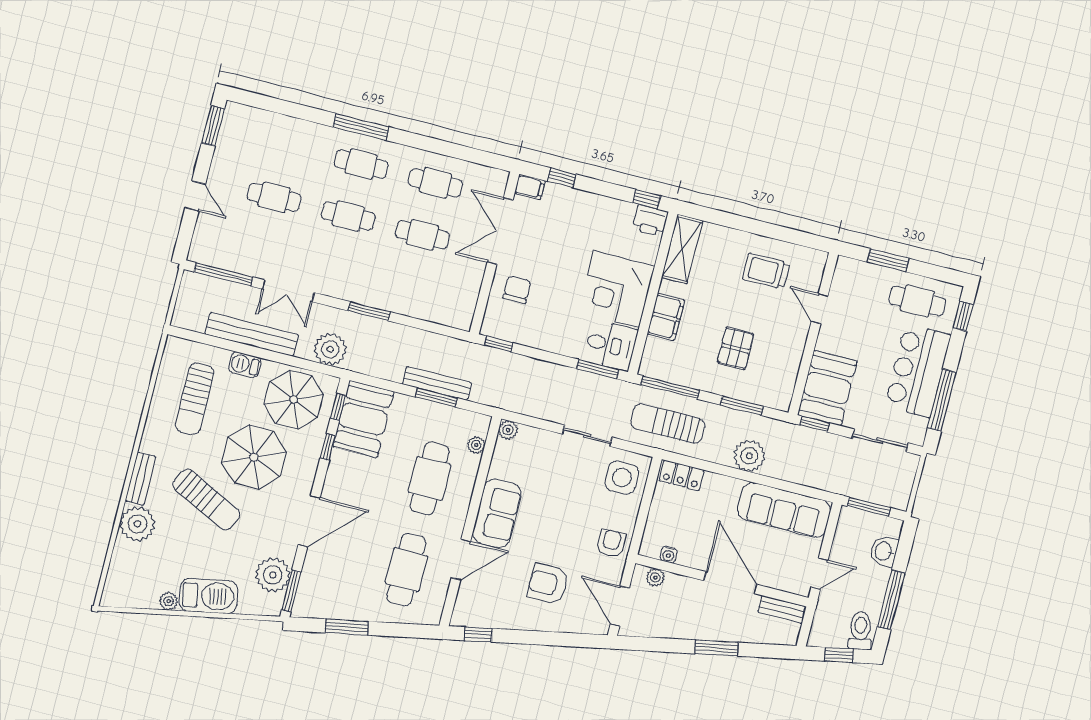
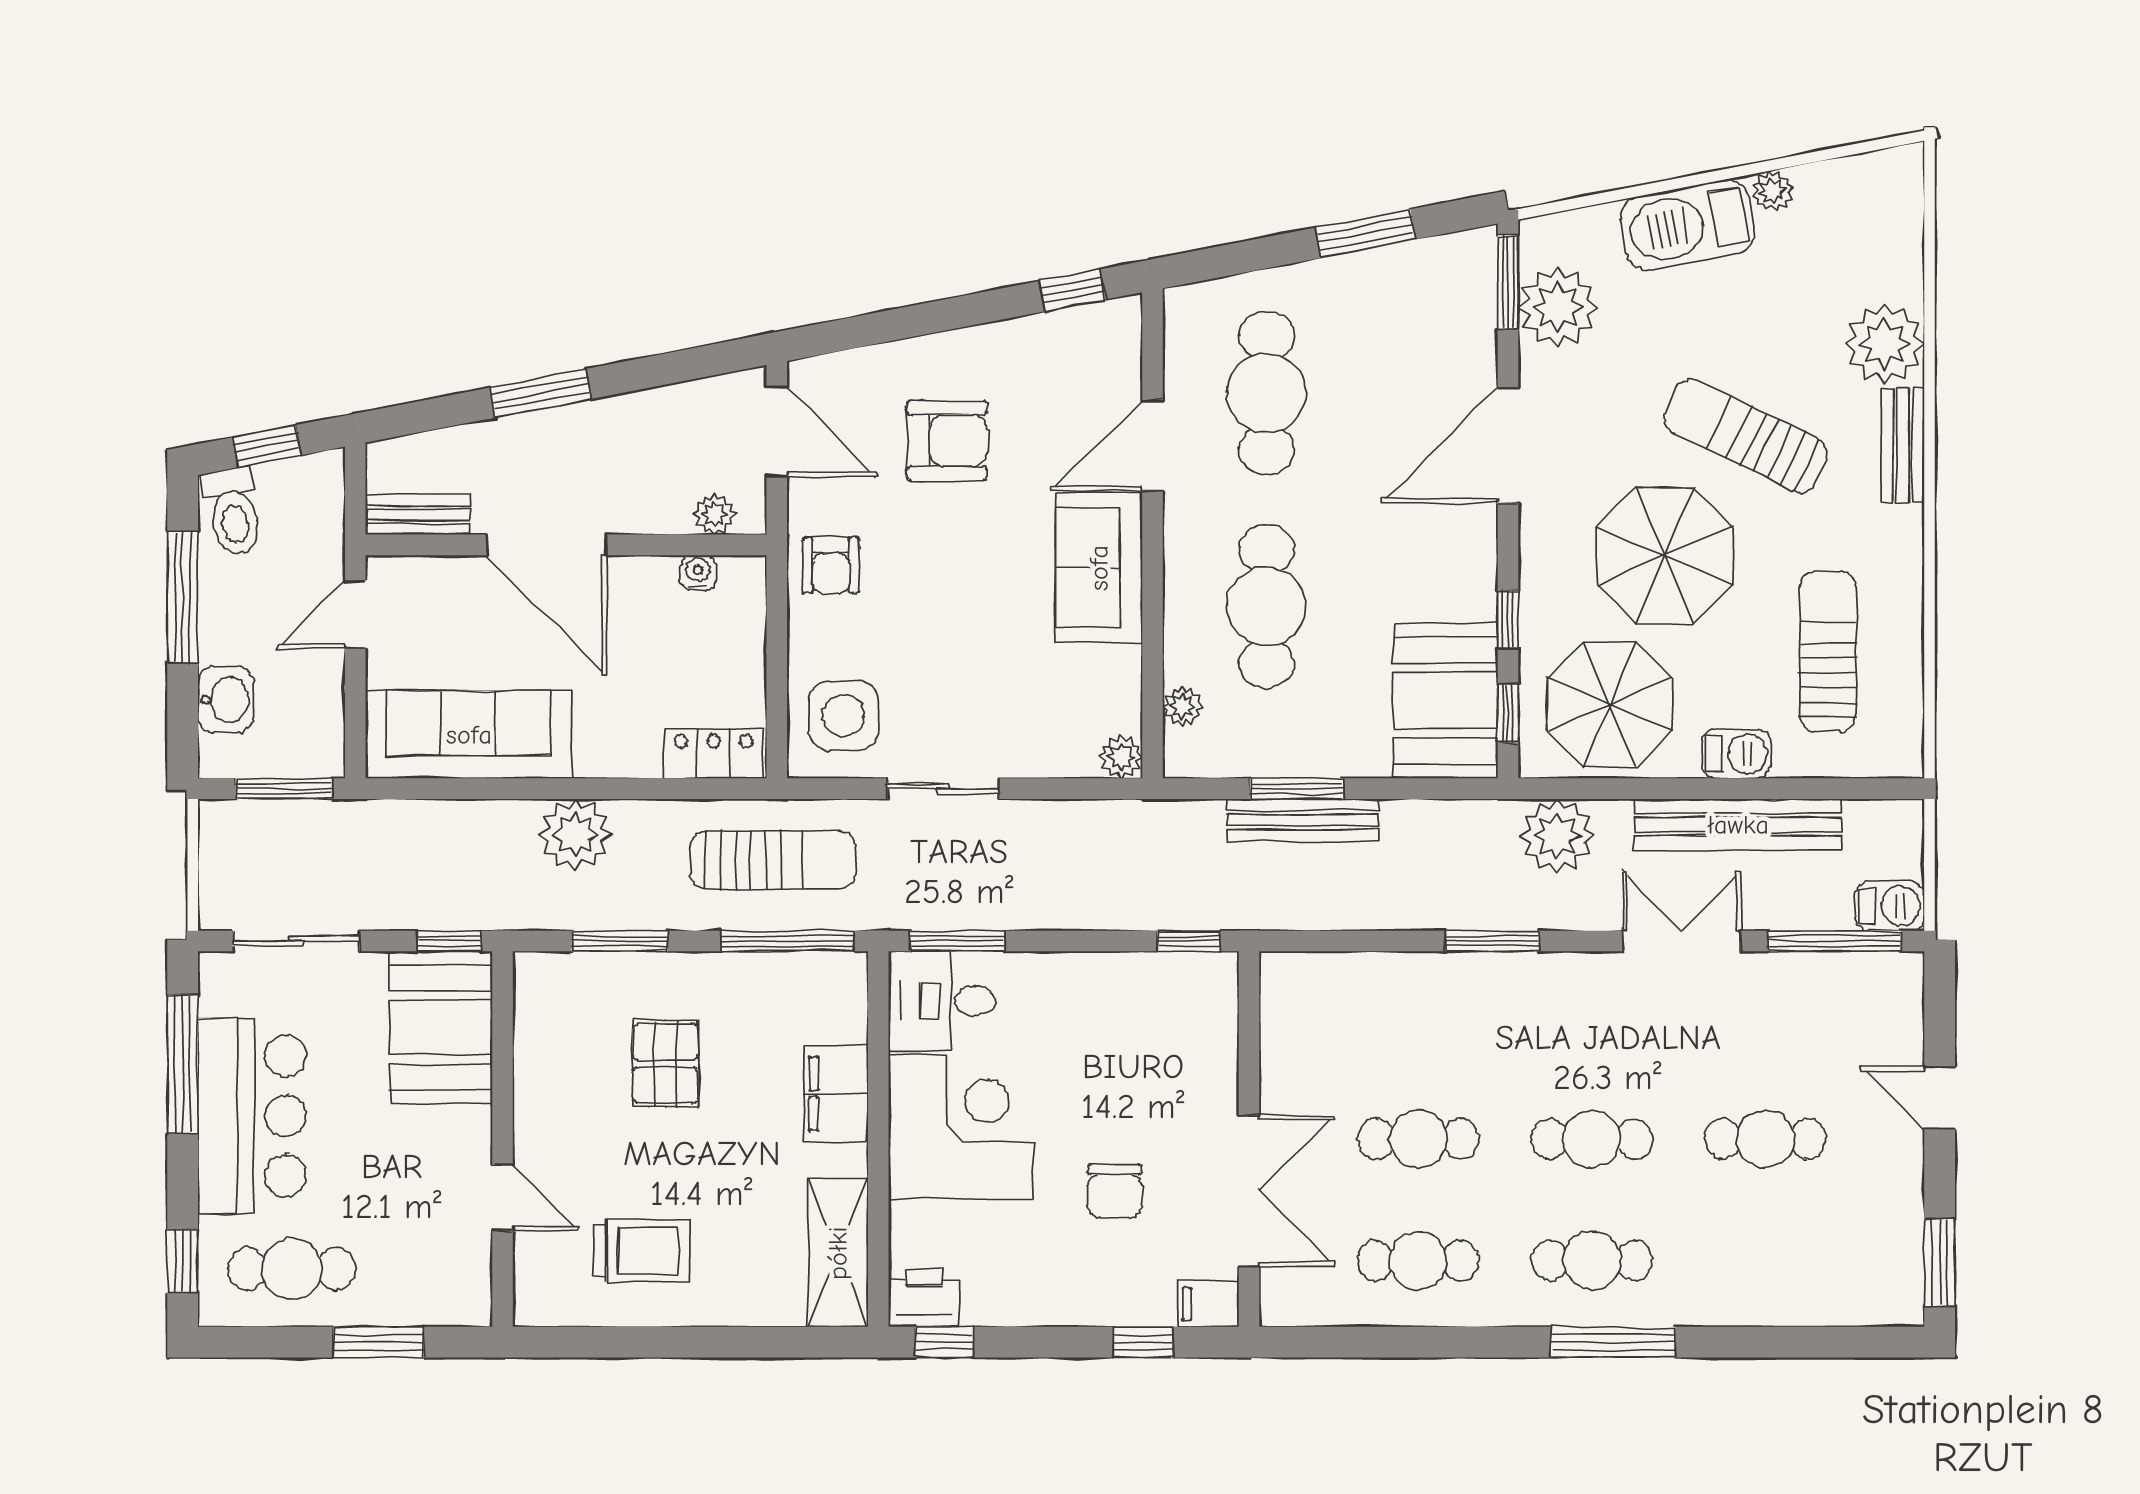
barbecue: (196, 283) -> (1890, 906), added
chair: (517, 290) -> (1115, 1191), moved

